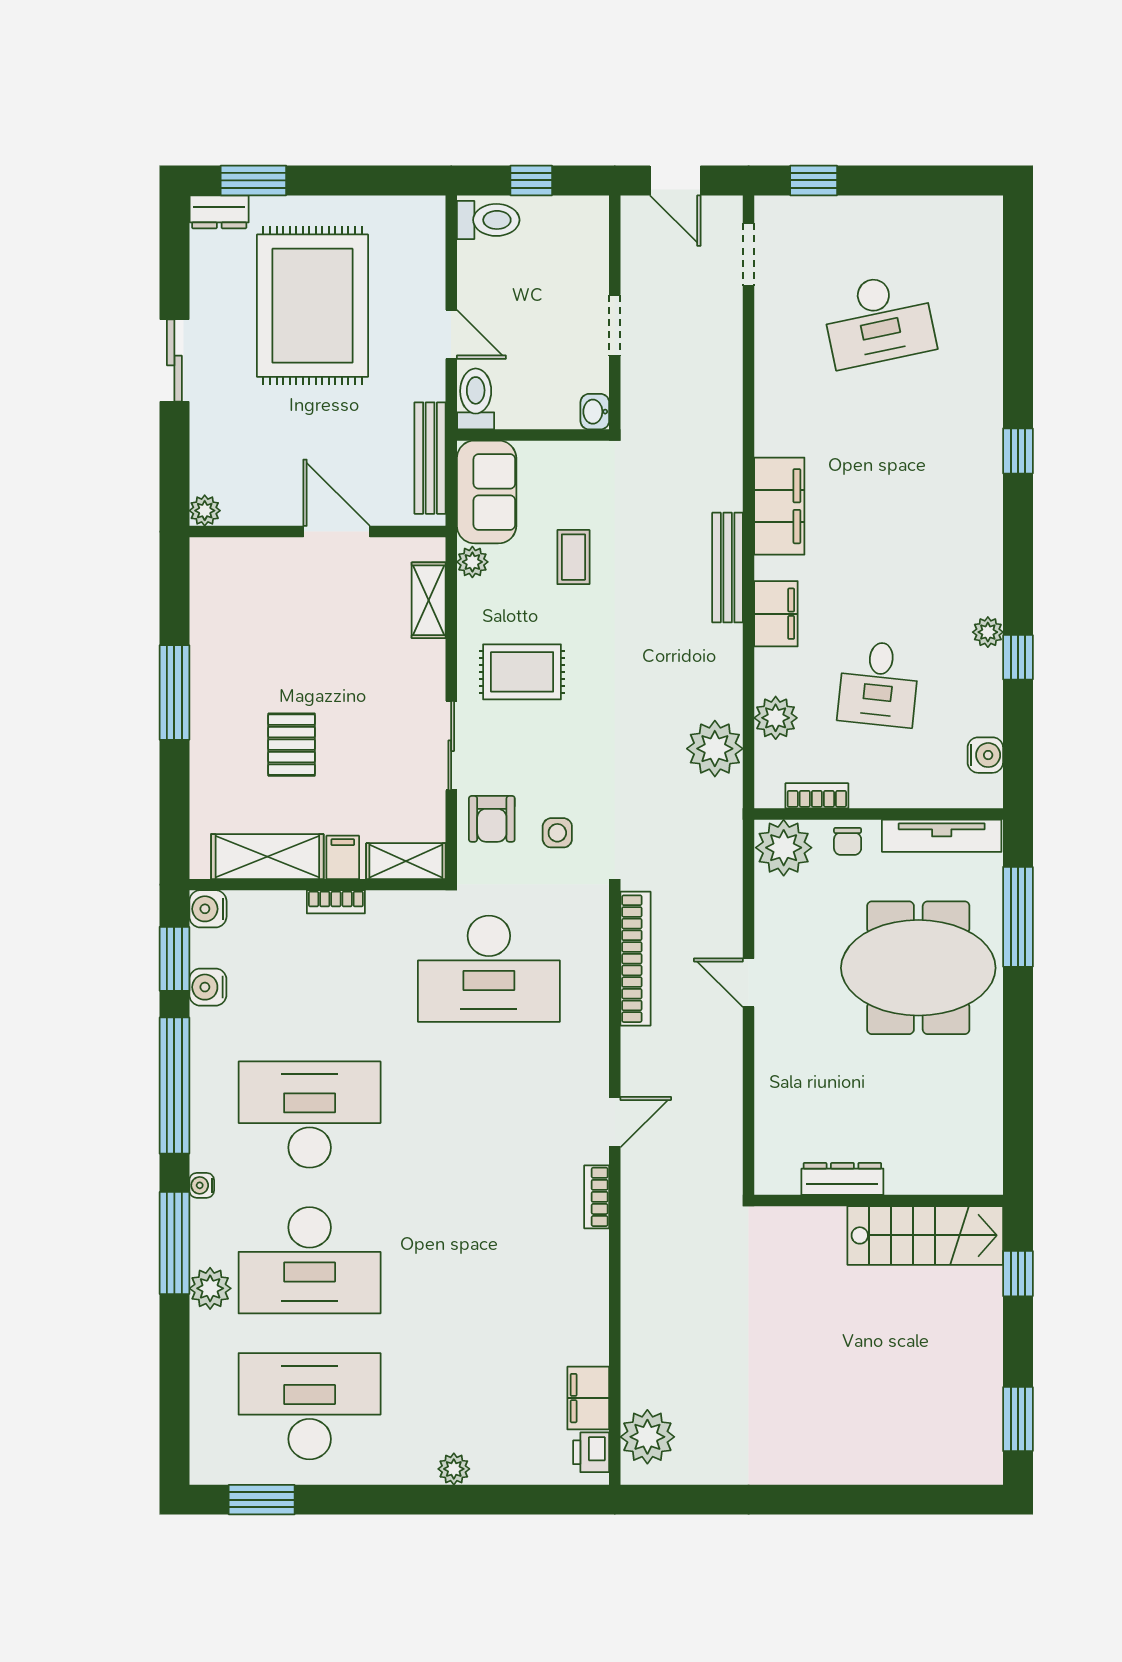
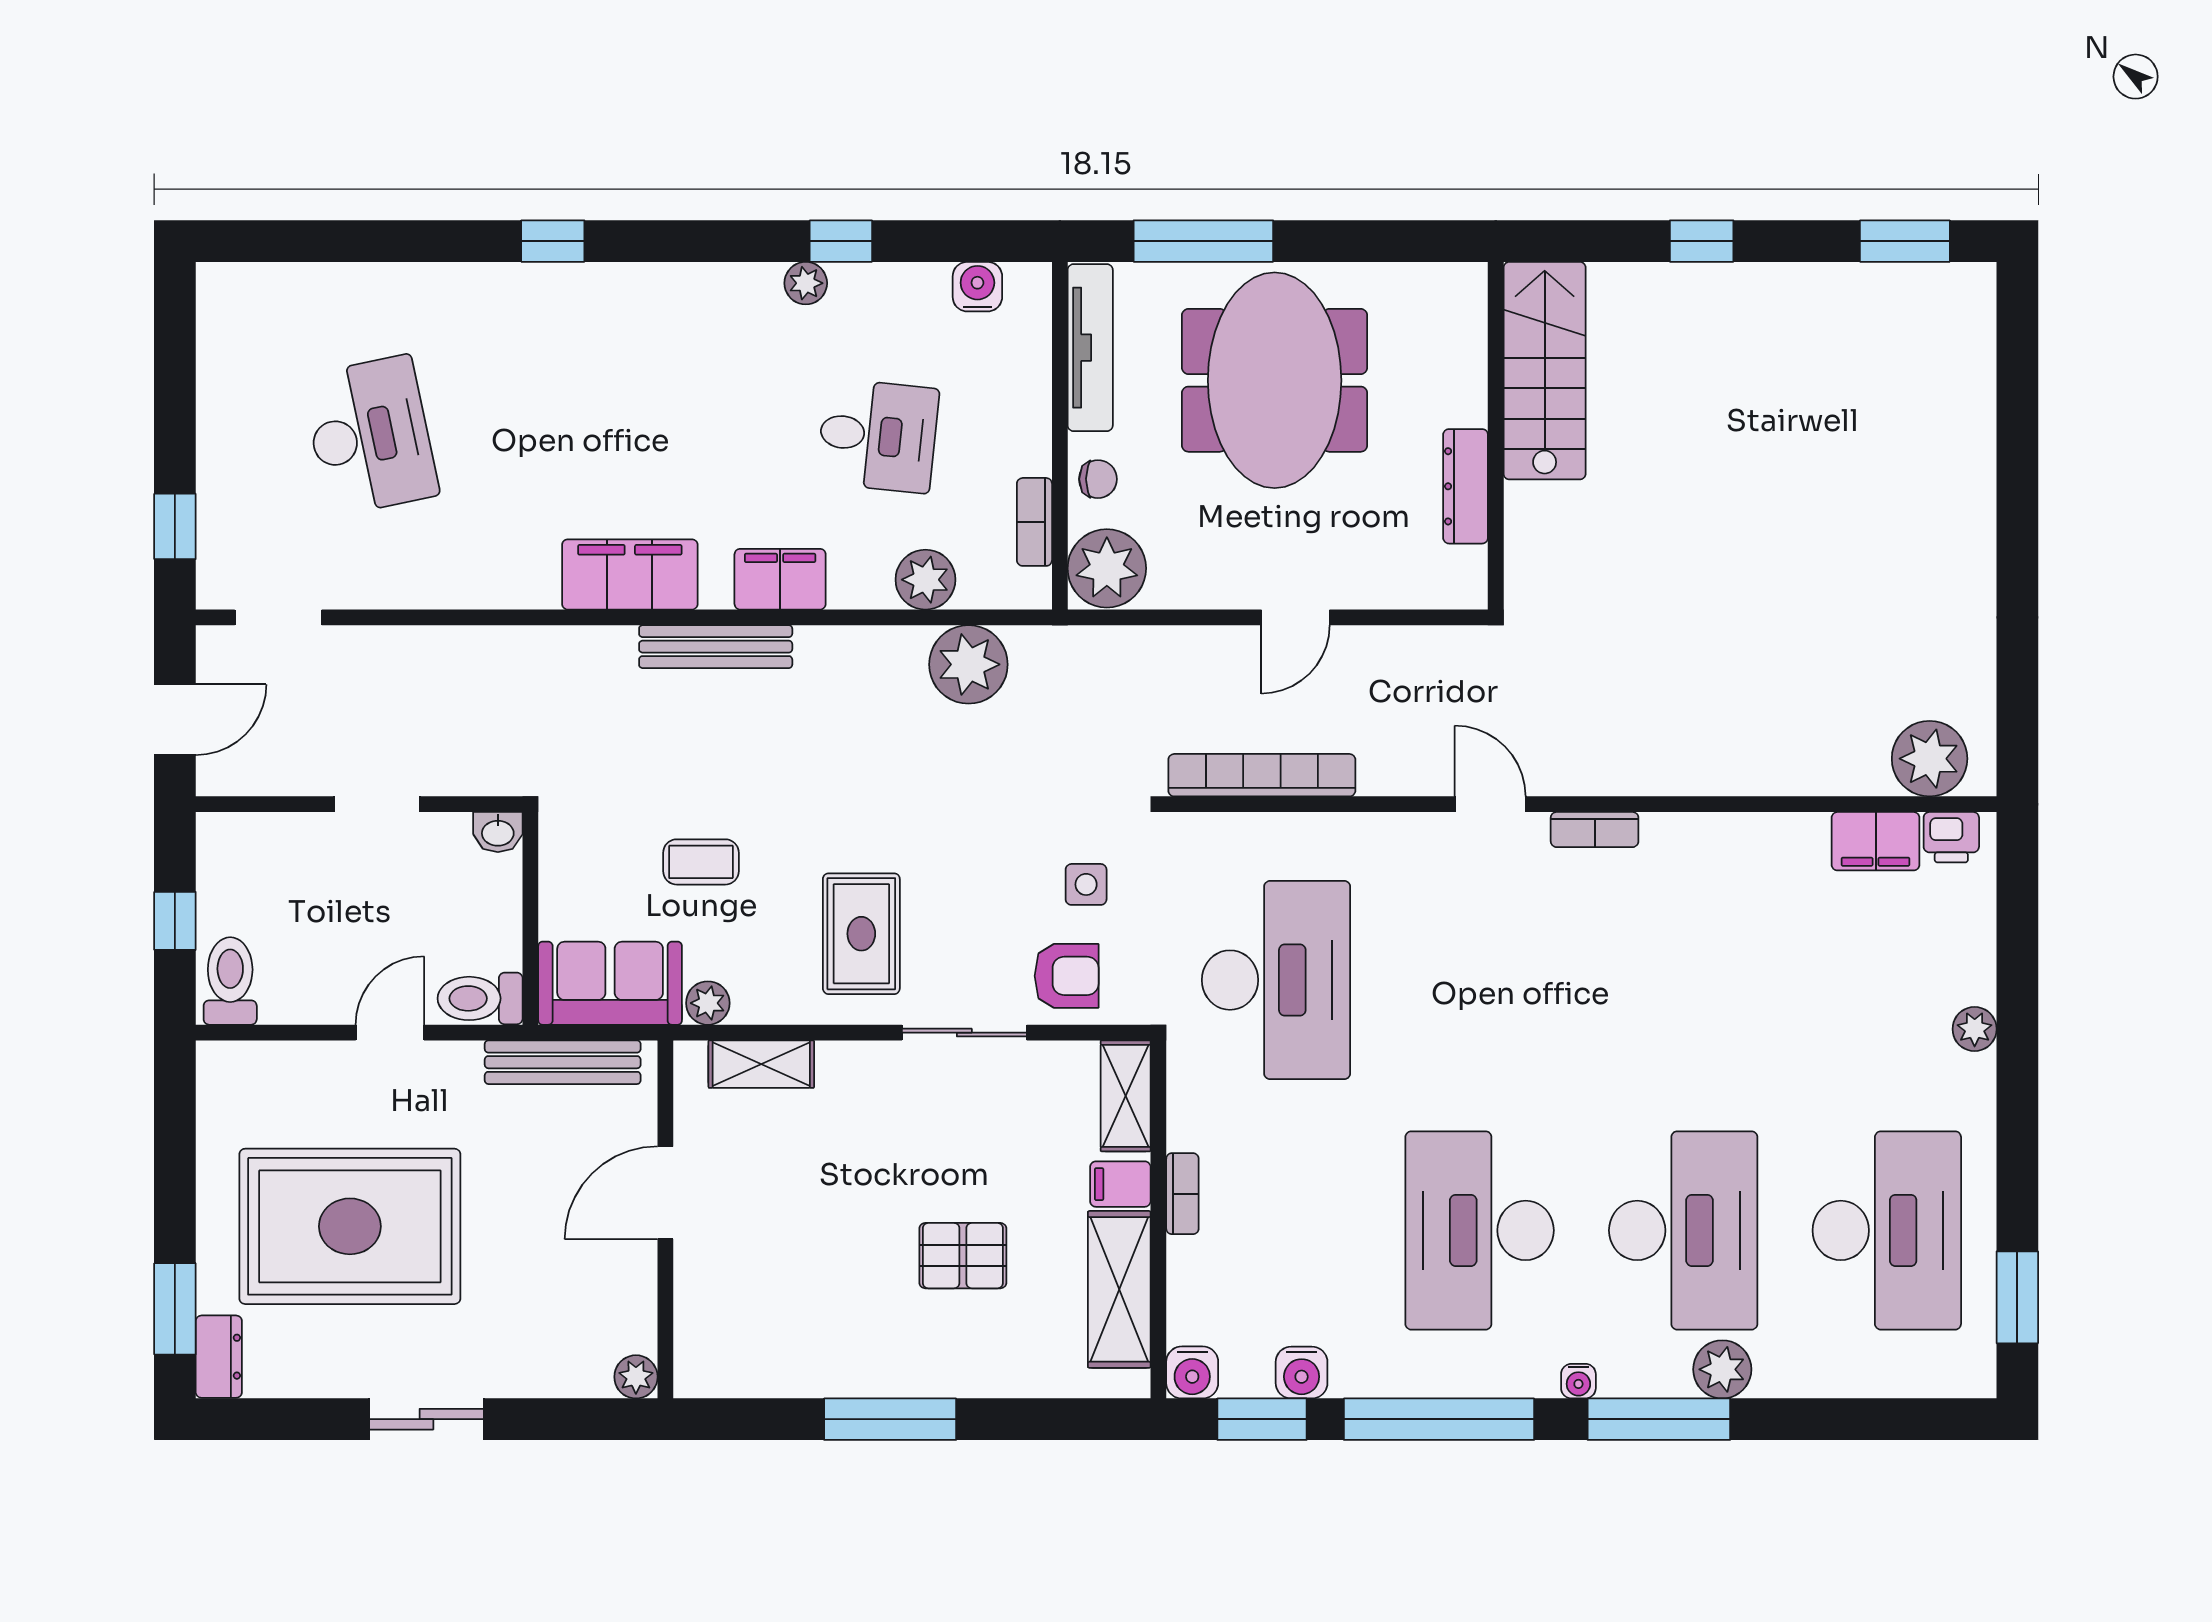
dresser: (842, 1179) -> (1466, 486), moved
wall: (879, 1200) -> (1496, 436), moved
stairs: (925, 1235) -> (1545, 371), moved
desk: (310, 1406) -> (1887, 1230), turned 180

